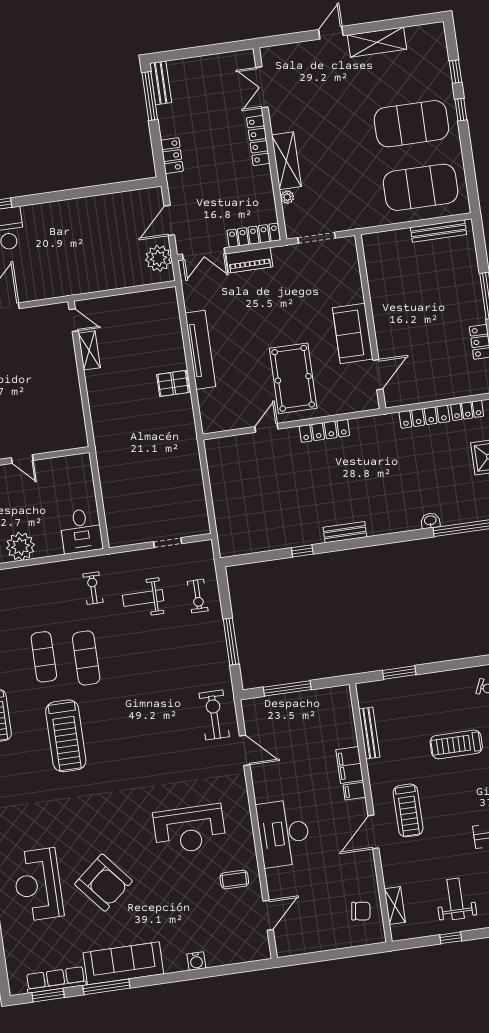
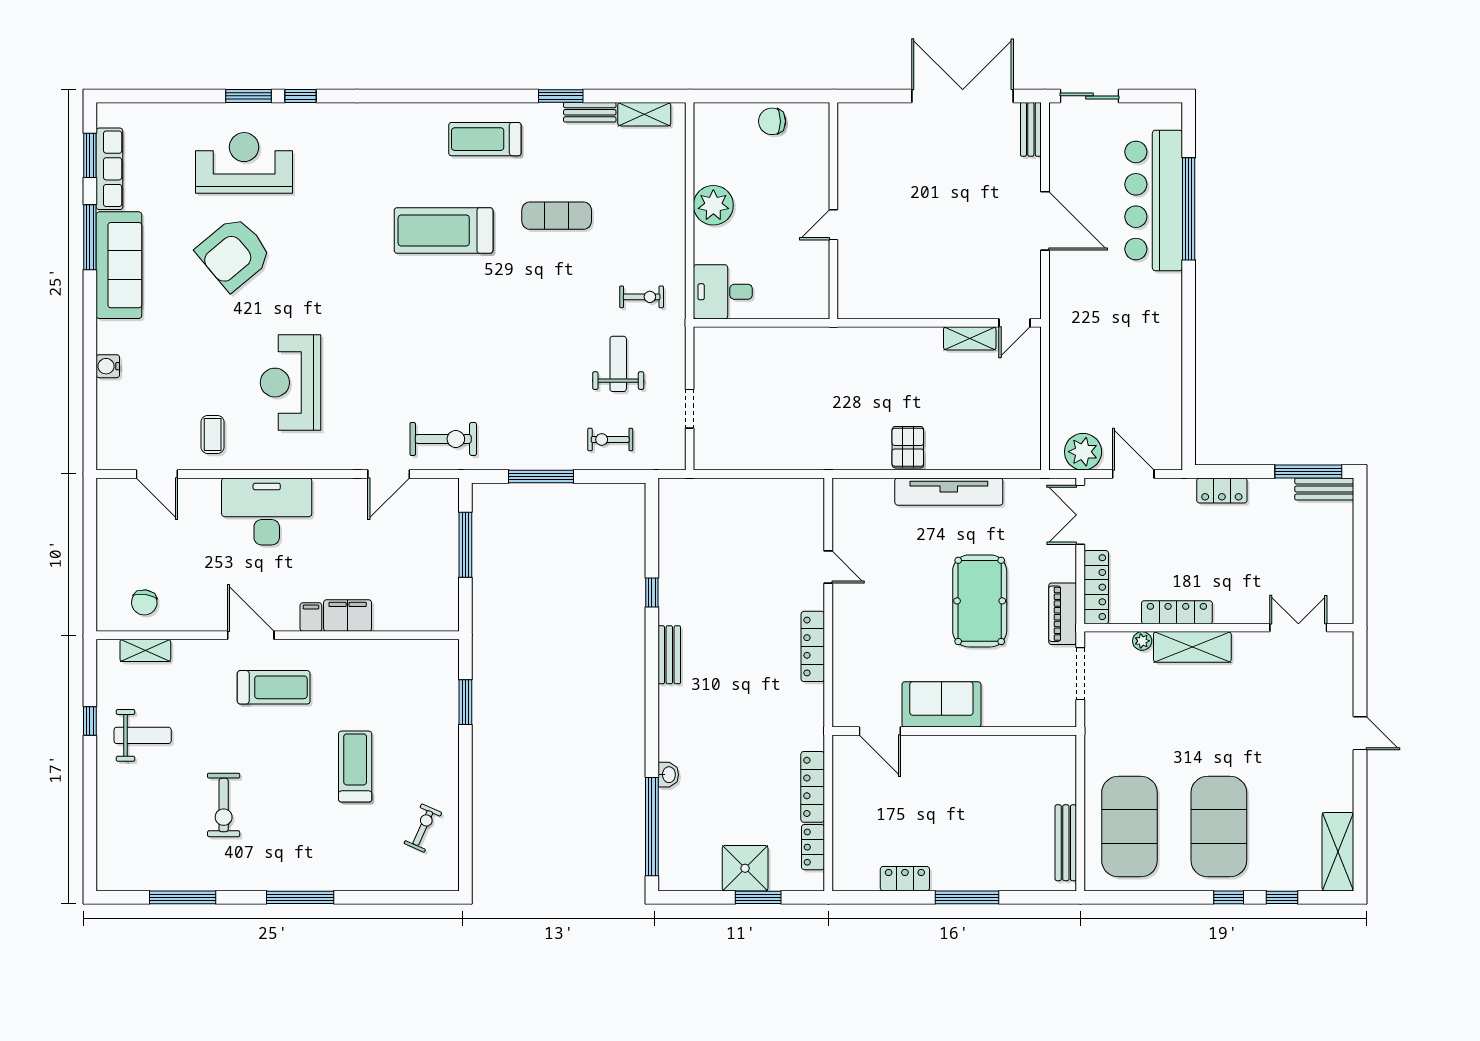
shelving: (377, 42) -> (1338, 852), moved
locker: (258, 141) -> (1177, 612), moved
piano: (249, 260) -> (1063, 614), moved
pool table: (293, 378) -> (980, 601), moved, turned 90
exercise mat: (86, 658) -> (547, 274), removed
bench: (369, 733) -> (388, 649), removed
treadmill: (408, 810) -> (274, 687), turned 180

